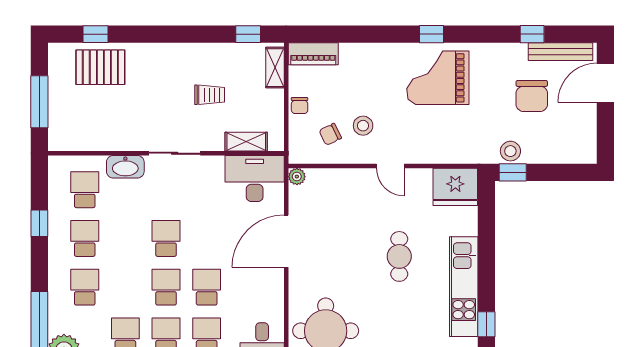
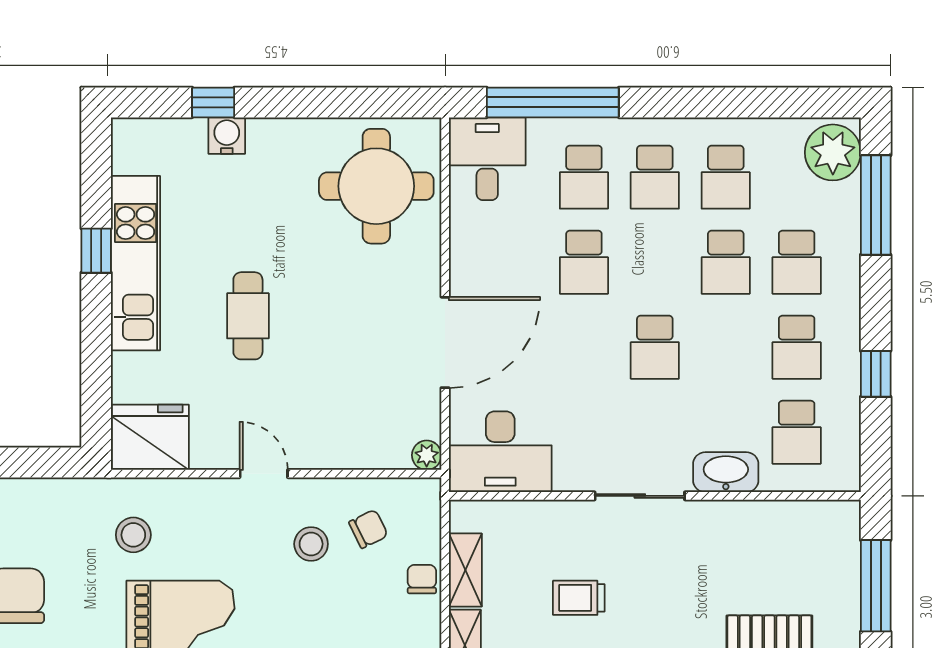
shelving: (246, 142) -> (465, 570), moved, turned 90
stool: (510, 151) -> (133, 535), moved
window: (513, 172) -> (50, 462), removed
school desk: (166, 287) -> (726, 262), moved
window: (486, 324) -> (96, 251), moved

